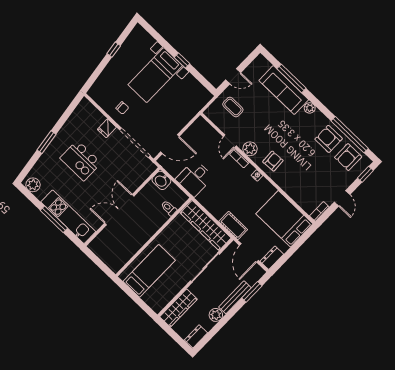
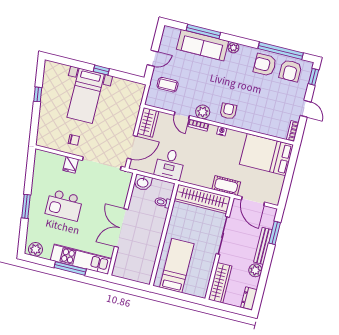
wardrobe: (197, 130) -> (148, 122), added
dresser: (272, 258) -> (275, 194), removed

